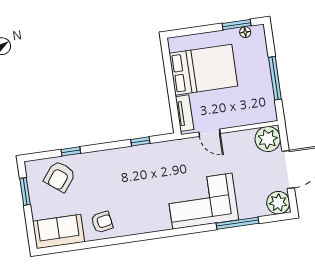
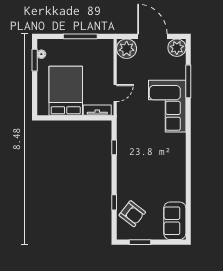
armchair: (102, 222) -> (172, 186), removed

